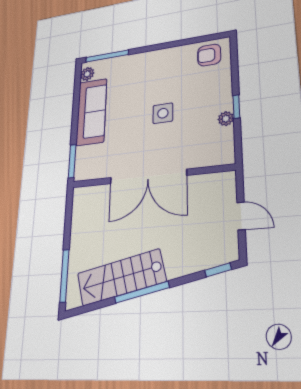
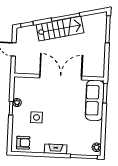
fireplace: (153, 57) -> (56, 149), added
sofa: (91, 112) -> (95, 100), moved
side table: (163, 113) -> (37, 117), moved
stairs: (121, 277) -> (60, 29), moved

